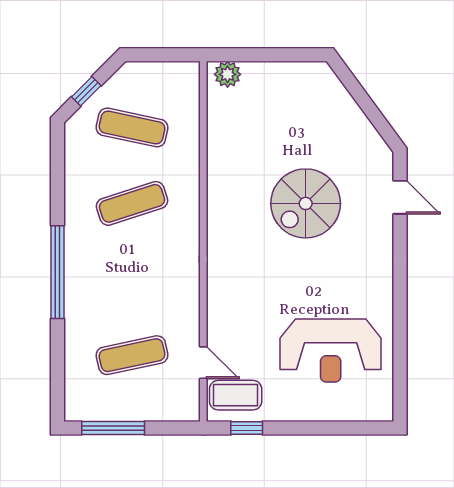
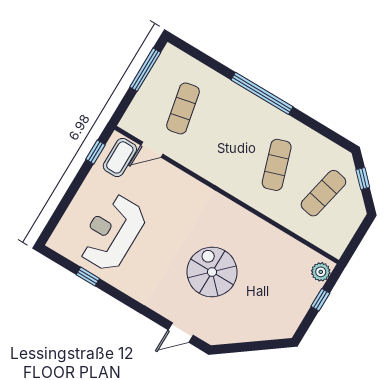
window: (261, 55) -> (320, 300), added
window: (400, 348) -> (88, 277), added

